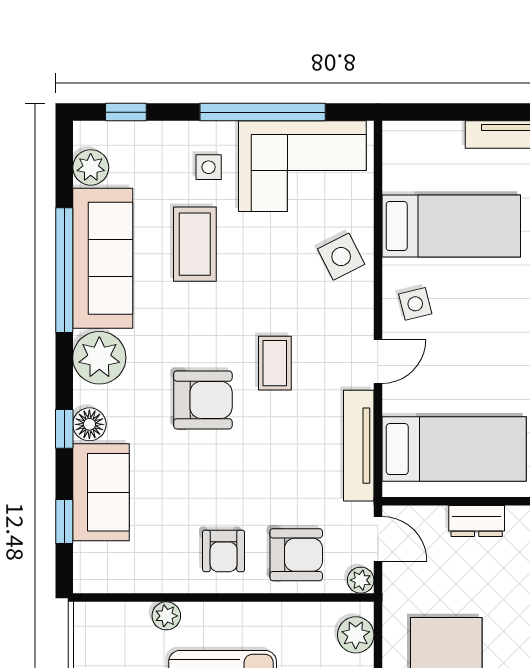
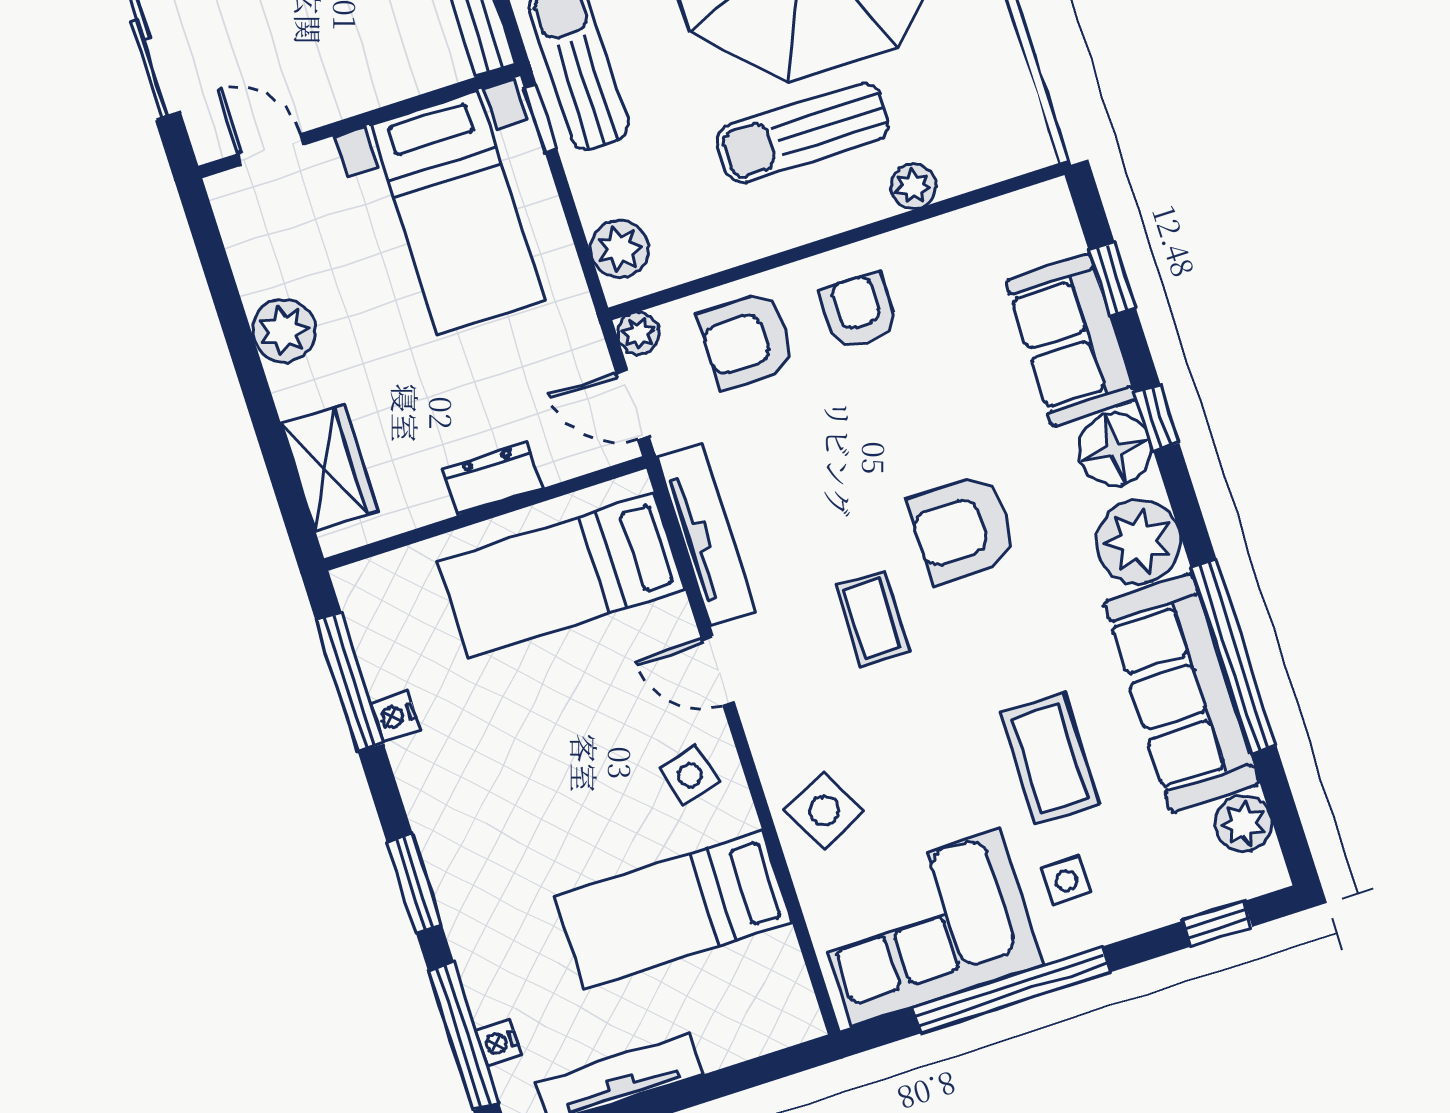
door: (378, 361) -> (718, 671), hinge flipped
floor lamp: (89, 424) -> (1115, 449), width x1.38, depth x1.38

